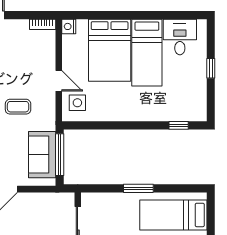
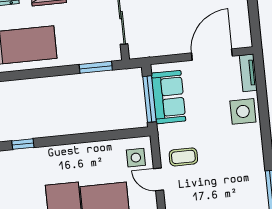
coffee table: (18, 107) -> (183, 157), moved
window: (138, 188) -> (96, 67), moved

